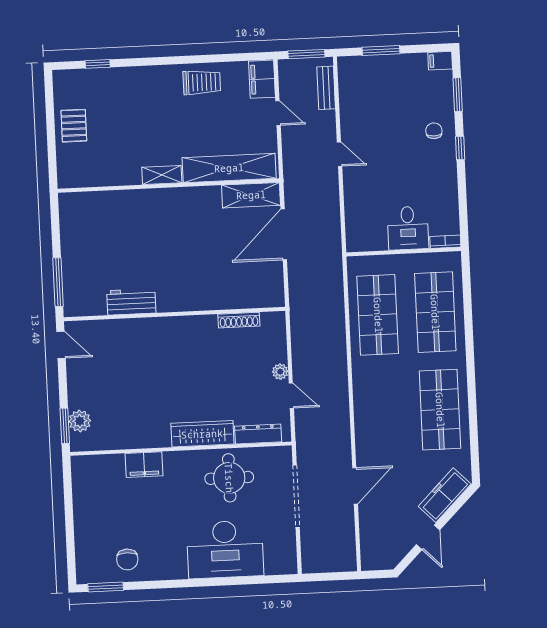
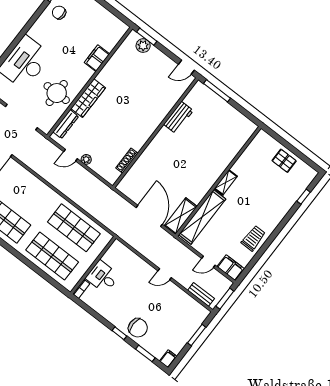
trolley: (202, 82) -> (253, 238), turned 180
chair: (434, 131) -> (138, 328), width x1.87, depth x1.87

